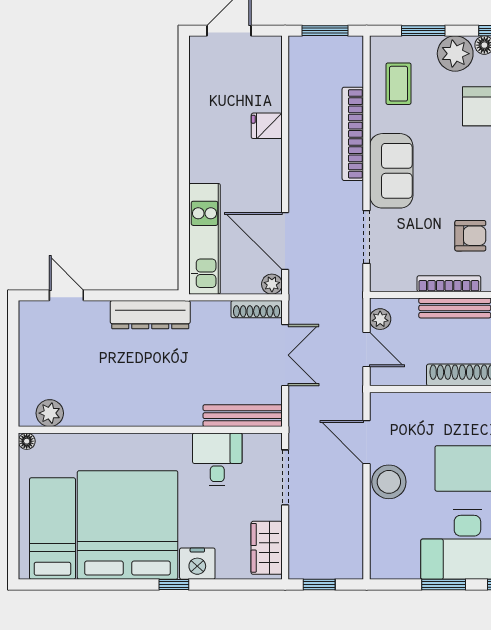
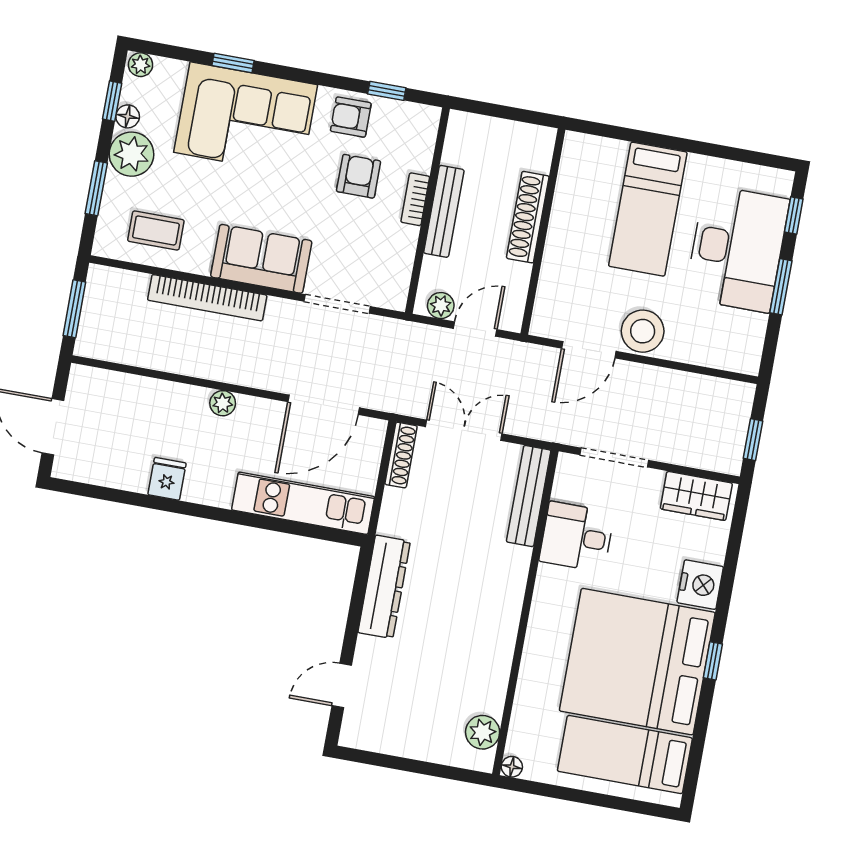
fridge: (267, 126) -> (167, 479), moved, turned 180
plant: (272, 284) -> (223, 403), moved
bookcase: (449, 284) -> (415, 199), width x0.64
window: (174, 585) -> (713, 661), moved

